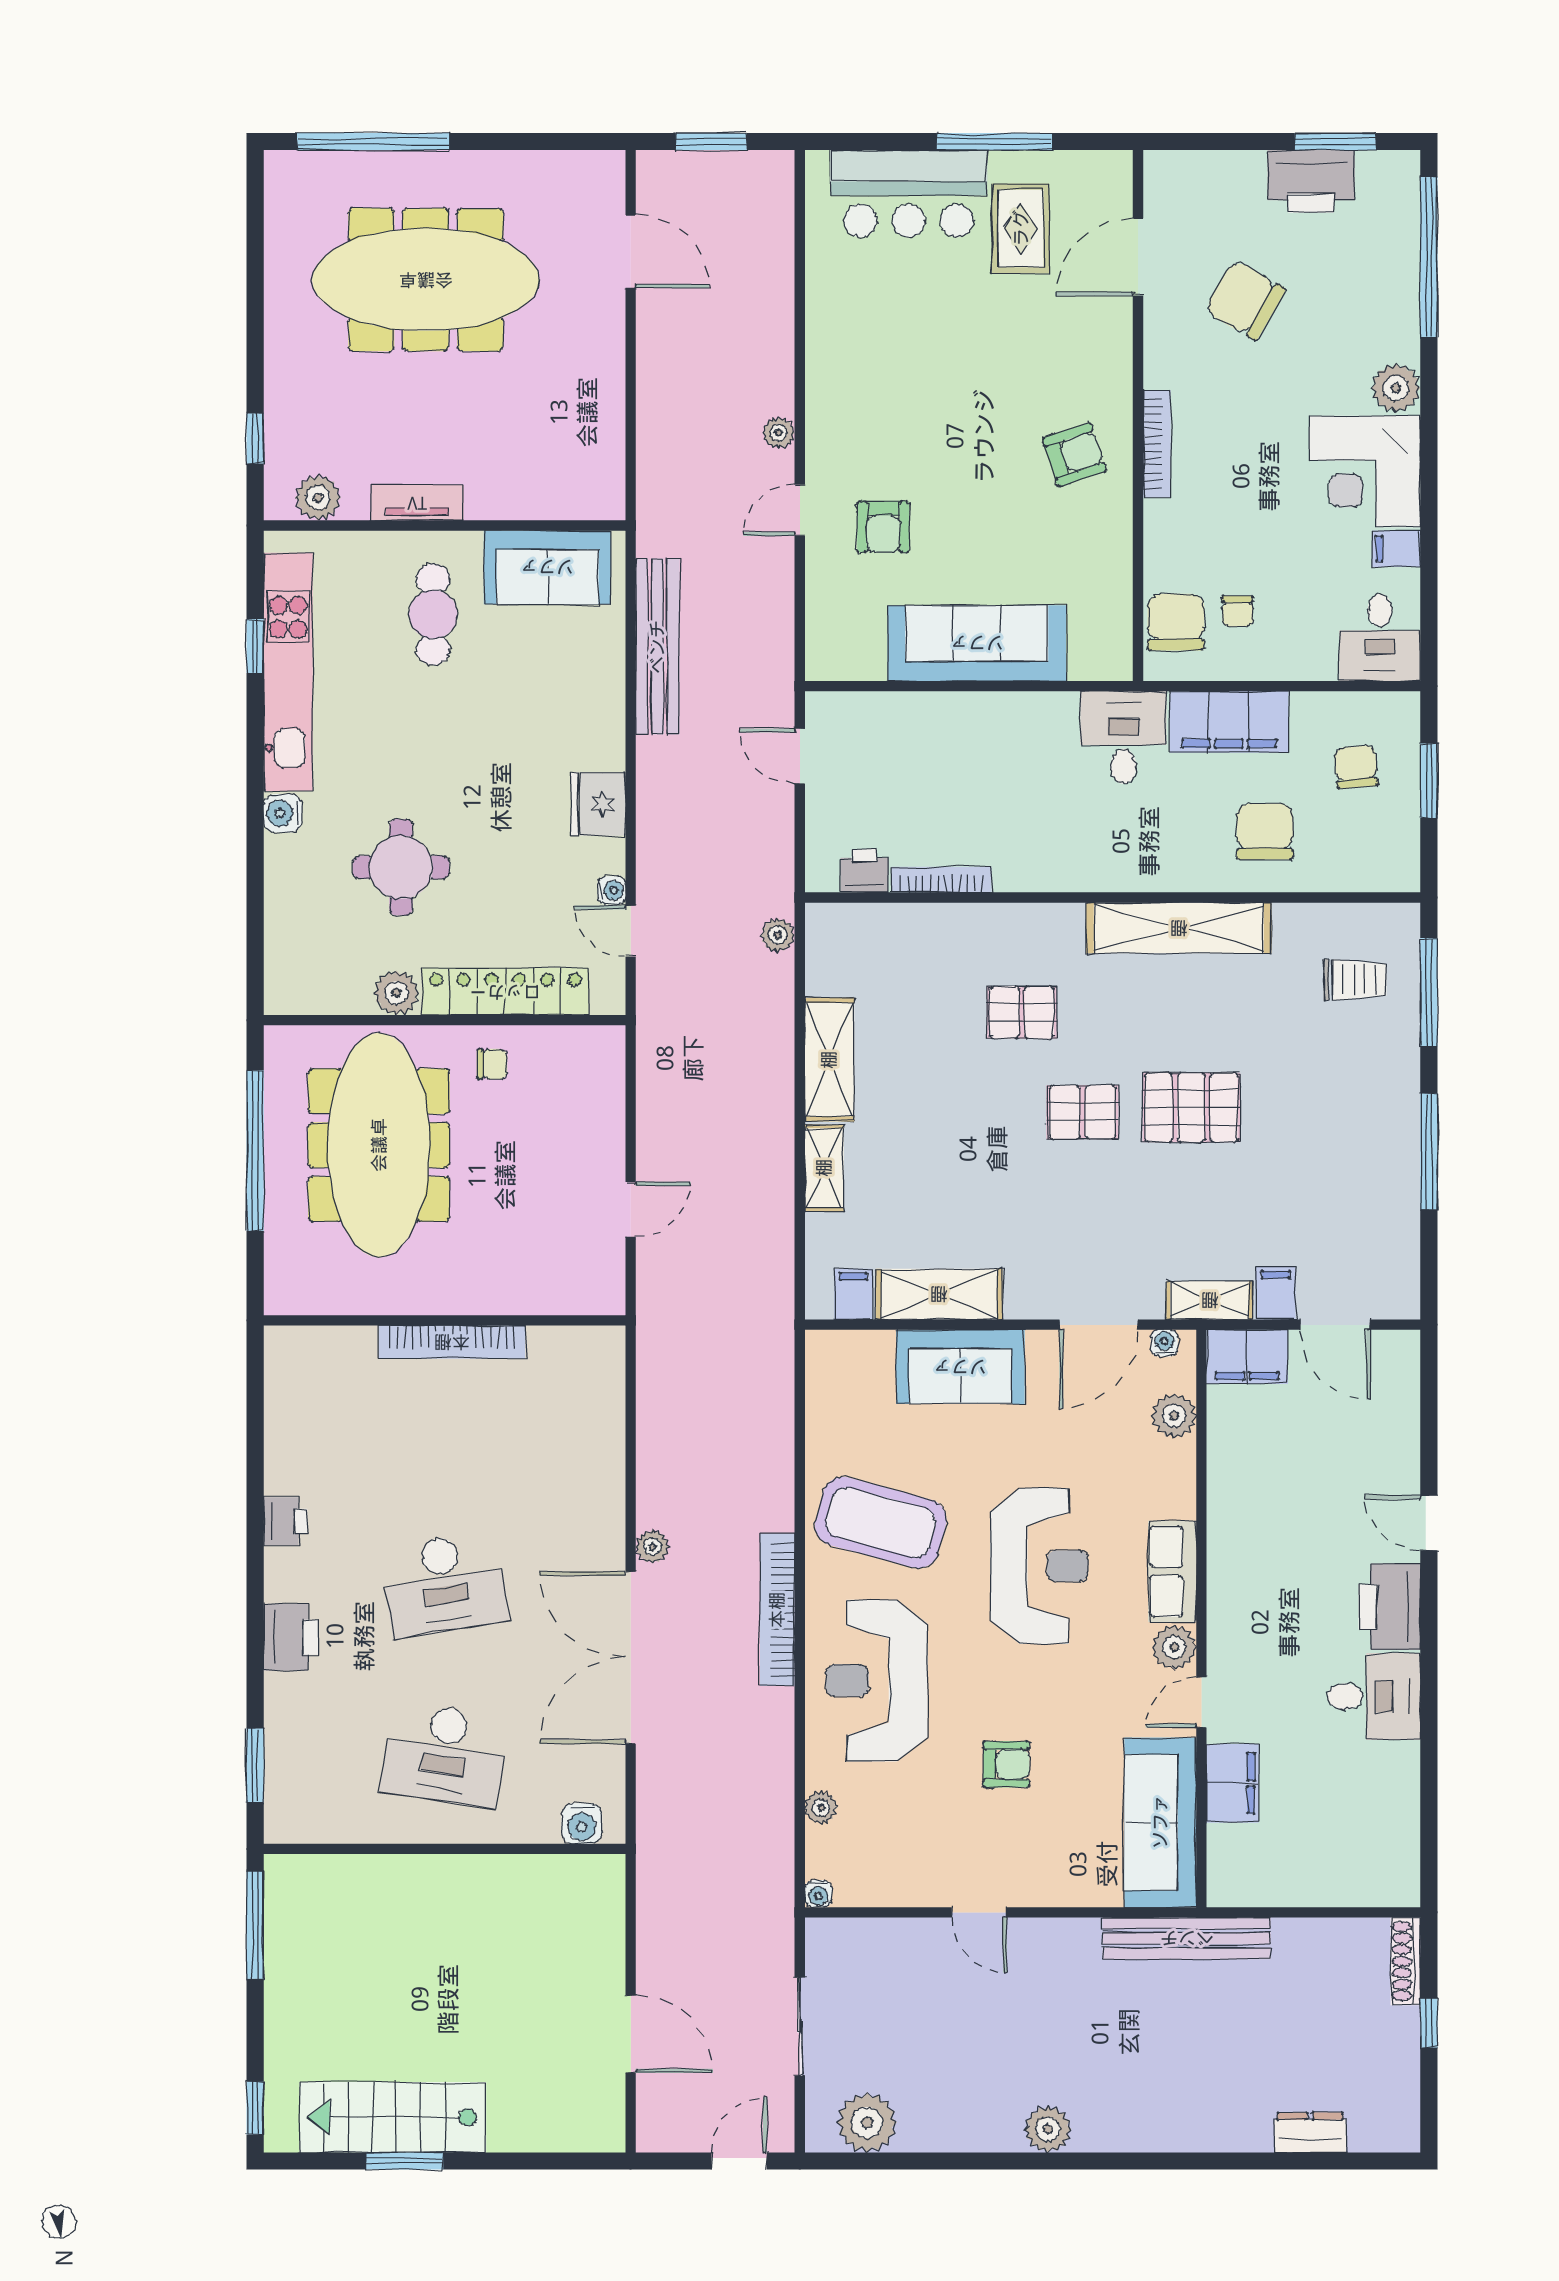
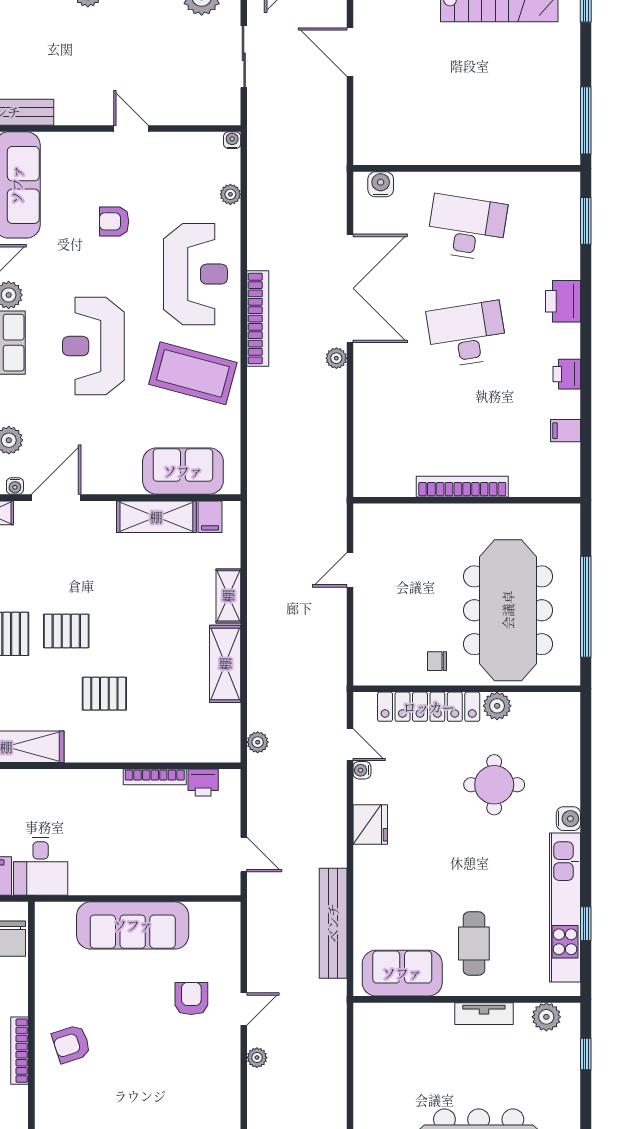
sofa: (960, 1367) -> (183, 471), moved
filing cabinet: (287, 1431) -> (566, 431), added

